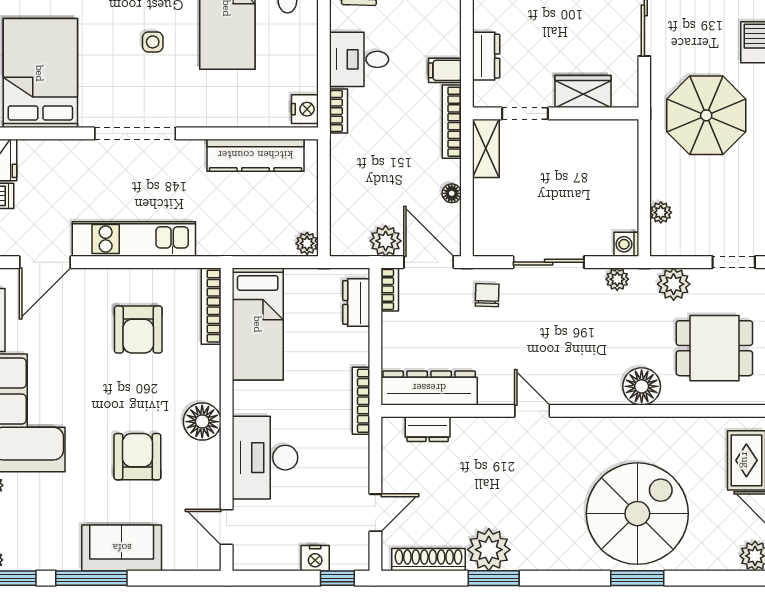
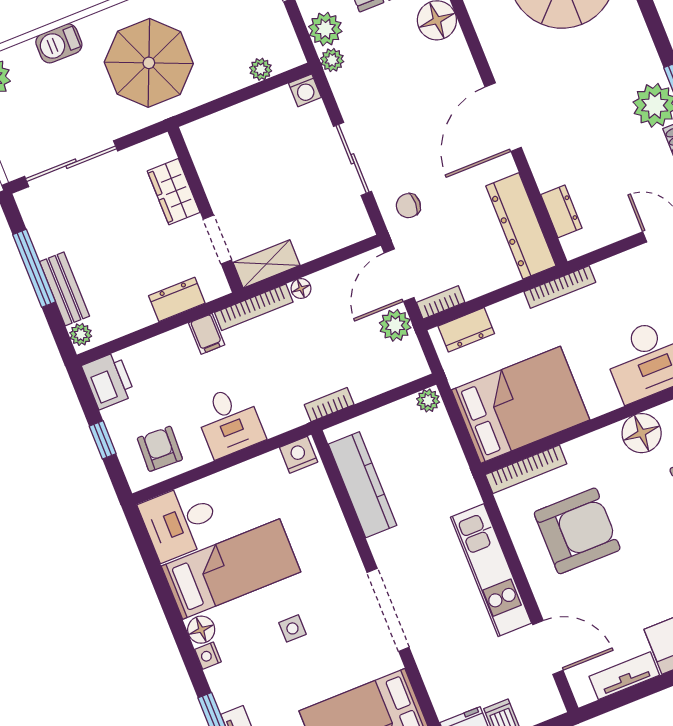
bookcase: (339, 111) -> (329, 405), moved
floor lamp: (452, 193) -> (301, 288), moved
plant: (617, 279) -> (332, 60), moved
bed: (258, 324) -> (521, 405), width x1.50
armchair: (138, 330) -> (577, 531), width x1.36, depth x1.36
door: (532, 411) -> (503, 117), width x1.88

